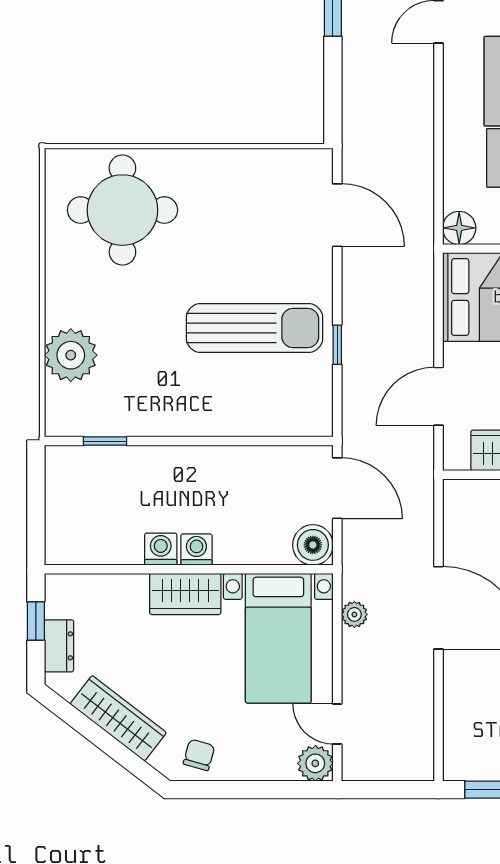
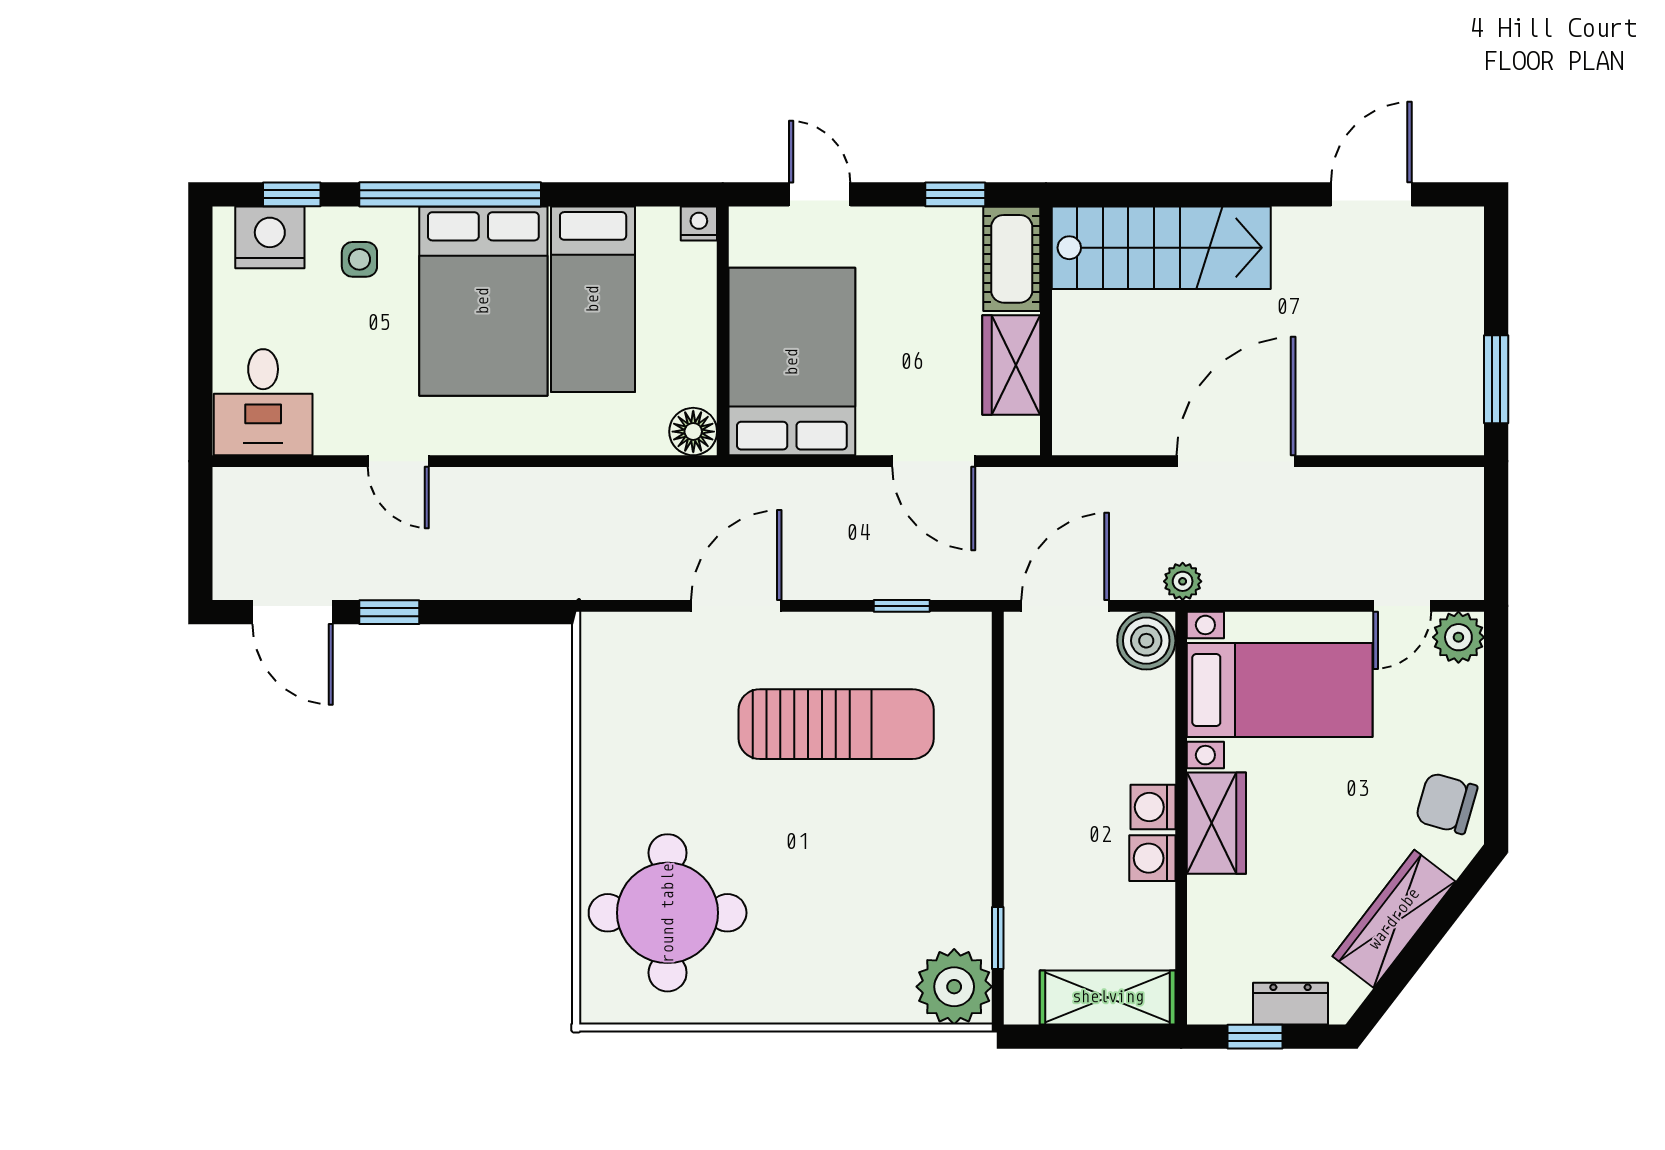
door: (337, 215) -> (736, 606), moved
sun lounger: (255, 328) -> (836, 724), turned 90
window: (337, 345) -> (902, 606), moved
plant: (71, 355) -> (954, 987), moved
shelving: (63, 518) -> (1108, 997), added
plant: (354, 614) -> (1183, 581), moved
chair: (199, 755) -> (1446, 803), width x1.37, depth x1.37

